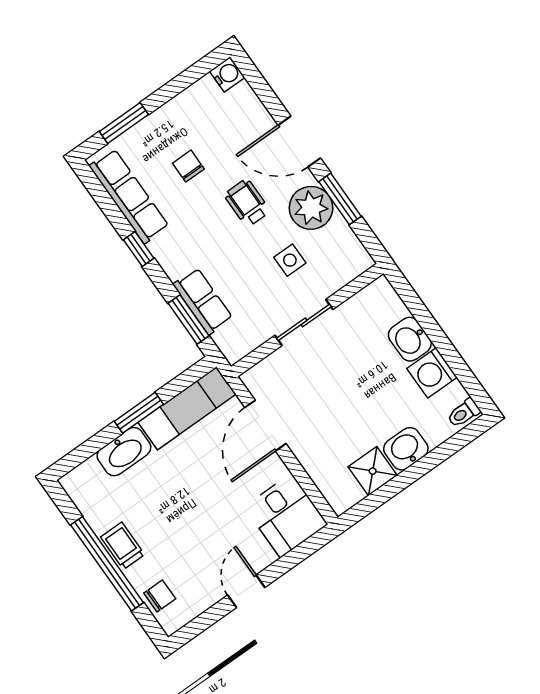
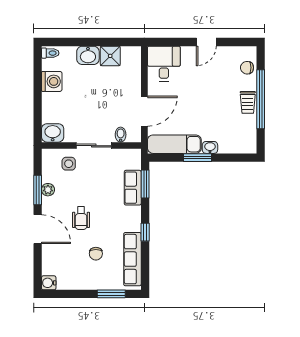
plant: (311, 208) -> (48, 190), width x0.53, depth x0.53
side table: (290, 260) -> (69, 164), moved
washbasin: (410, 339) -> (53, 133), moved, turned -90
bidet: (276, 366) -> (121, 135), added
washbasin: (124, 452) -> (210, 147), width x0.52, depth x0.69

